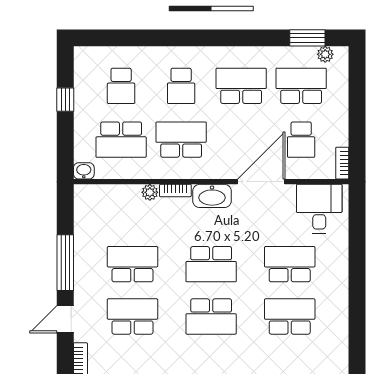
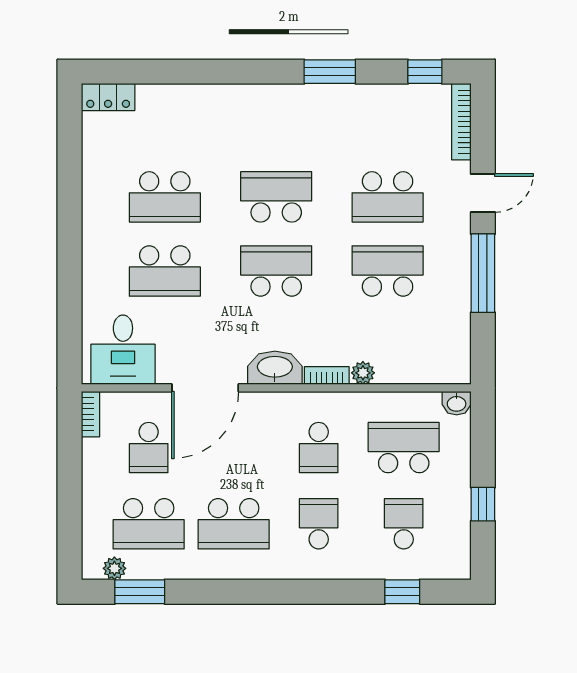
window: (122, 38) -> (402, 592), added
school desk: (181, 140) -> (319, 448), width x0.54
school desk: (301, 140) -> (149, 448), turned 180
school desk: (132, 264) -> (388, 271), turned 180

